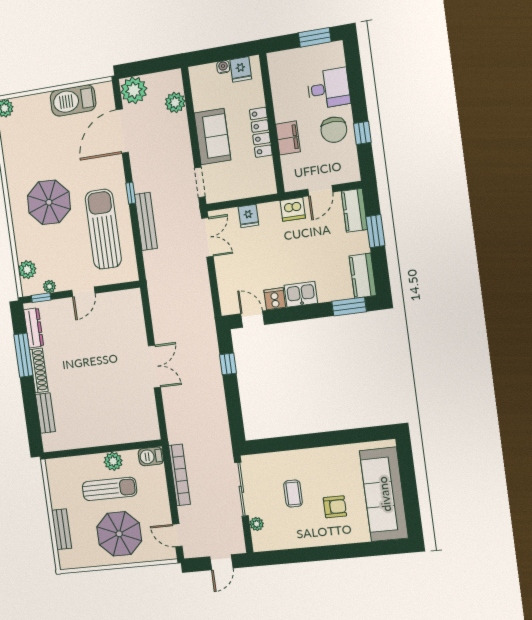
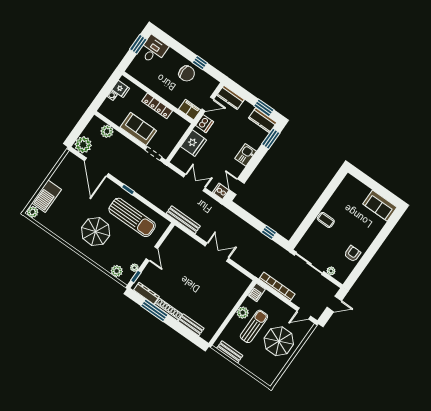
desk: (329, 88) -> (153, 50), moved
barbecue: (73, 100) -> (47, 196), moved
filing cabinet: (288, 138) -> (190, 110), moved
door: (320, 191) -> (208, 104), hinge flipped
fridge: (248, 216) -> (194, 143), width x1.88, depth x1.34
bench: (146, 221) -> (183, 220), moved
sun lounger: (103, 229) -> (132, 217), turned 180
window: (375, 231) -> (264, 108), moved
double door: (207, 237) -> (194, 183), moved
cooker: (275, 299) -> (221, 191), moved
door: (253, 319) -> (237, 187), hinge flipped
window: (228, 364) -> (269, 232), moved
coffee table: (293, 494) -> (326, 220), moved
sofa: (384, 494) -> (380, 206), width x0.54, depth x0.79
armchair: (335, 507) -> (352, 254), moved
bench: (62, 529) -> (230, 352), moved
door: (221, 562) -> (334, 304), hinge flipped

